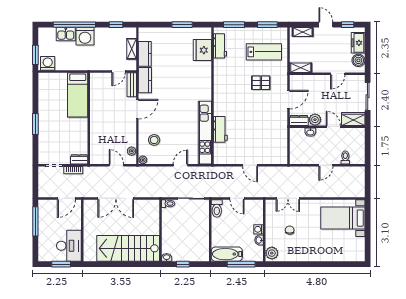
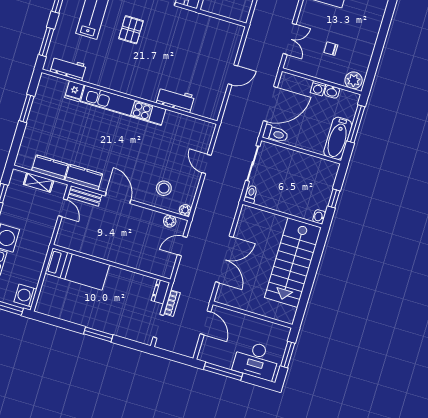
fridge: (202, 50) -> (74, 91), width x0.53, depth x0.75
kitchen unit: (205, 133) -> (123, 105), moved
door: (237, 198) -> (270, 104), width x1.88
desk: (69, 246) -> (256, 360), moved, turned 180

